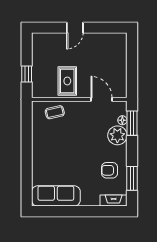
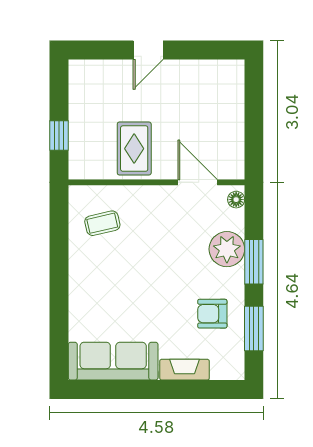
coffee table: (55, 112) -> (102, 223), moved
floor lamp: (122, 120) -> (236, 200), moved
window: (132, 123) -> (254, 262), moved
fireplace: (114, 201) -> (185, 370), moved

